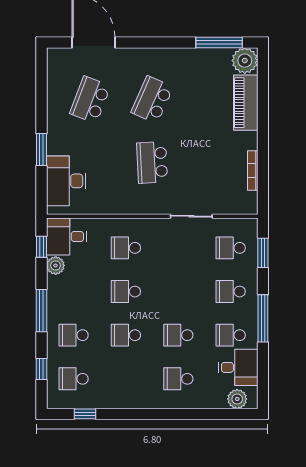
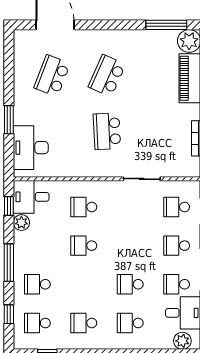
school desk: (126, 335) -> (84, 323), moved

